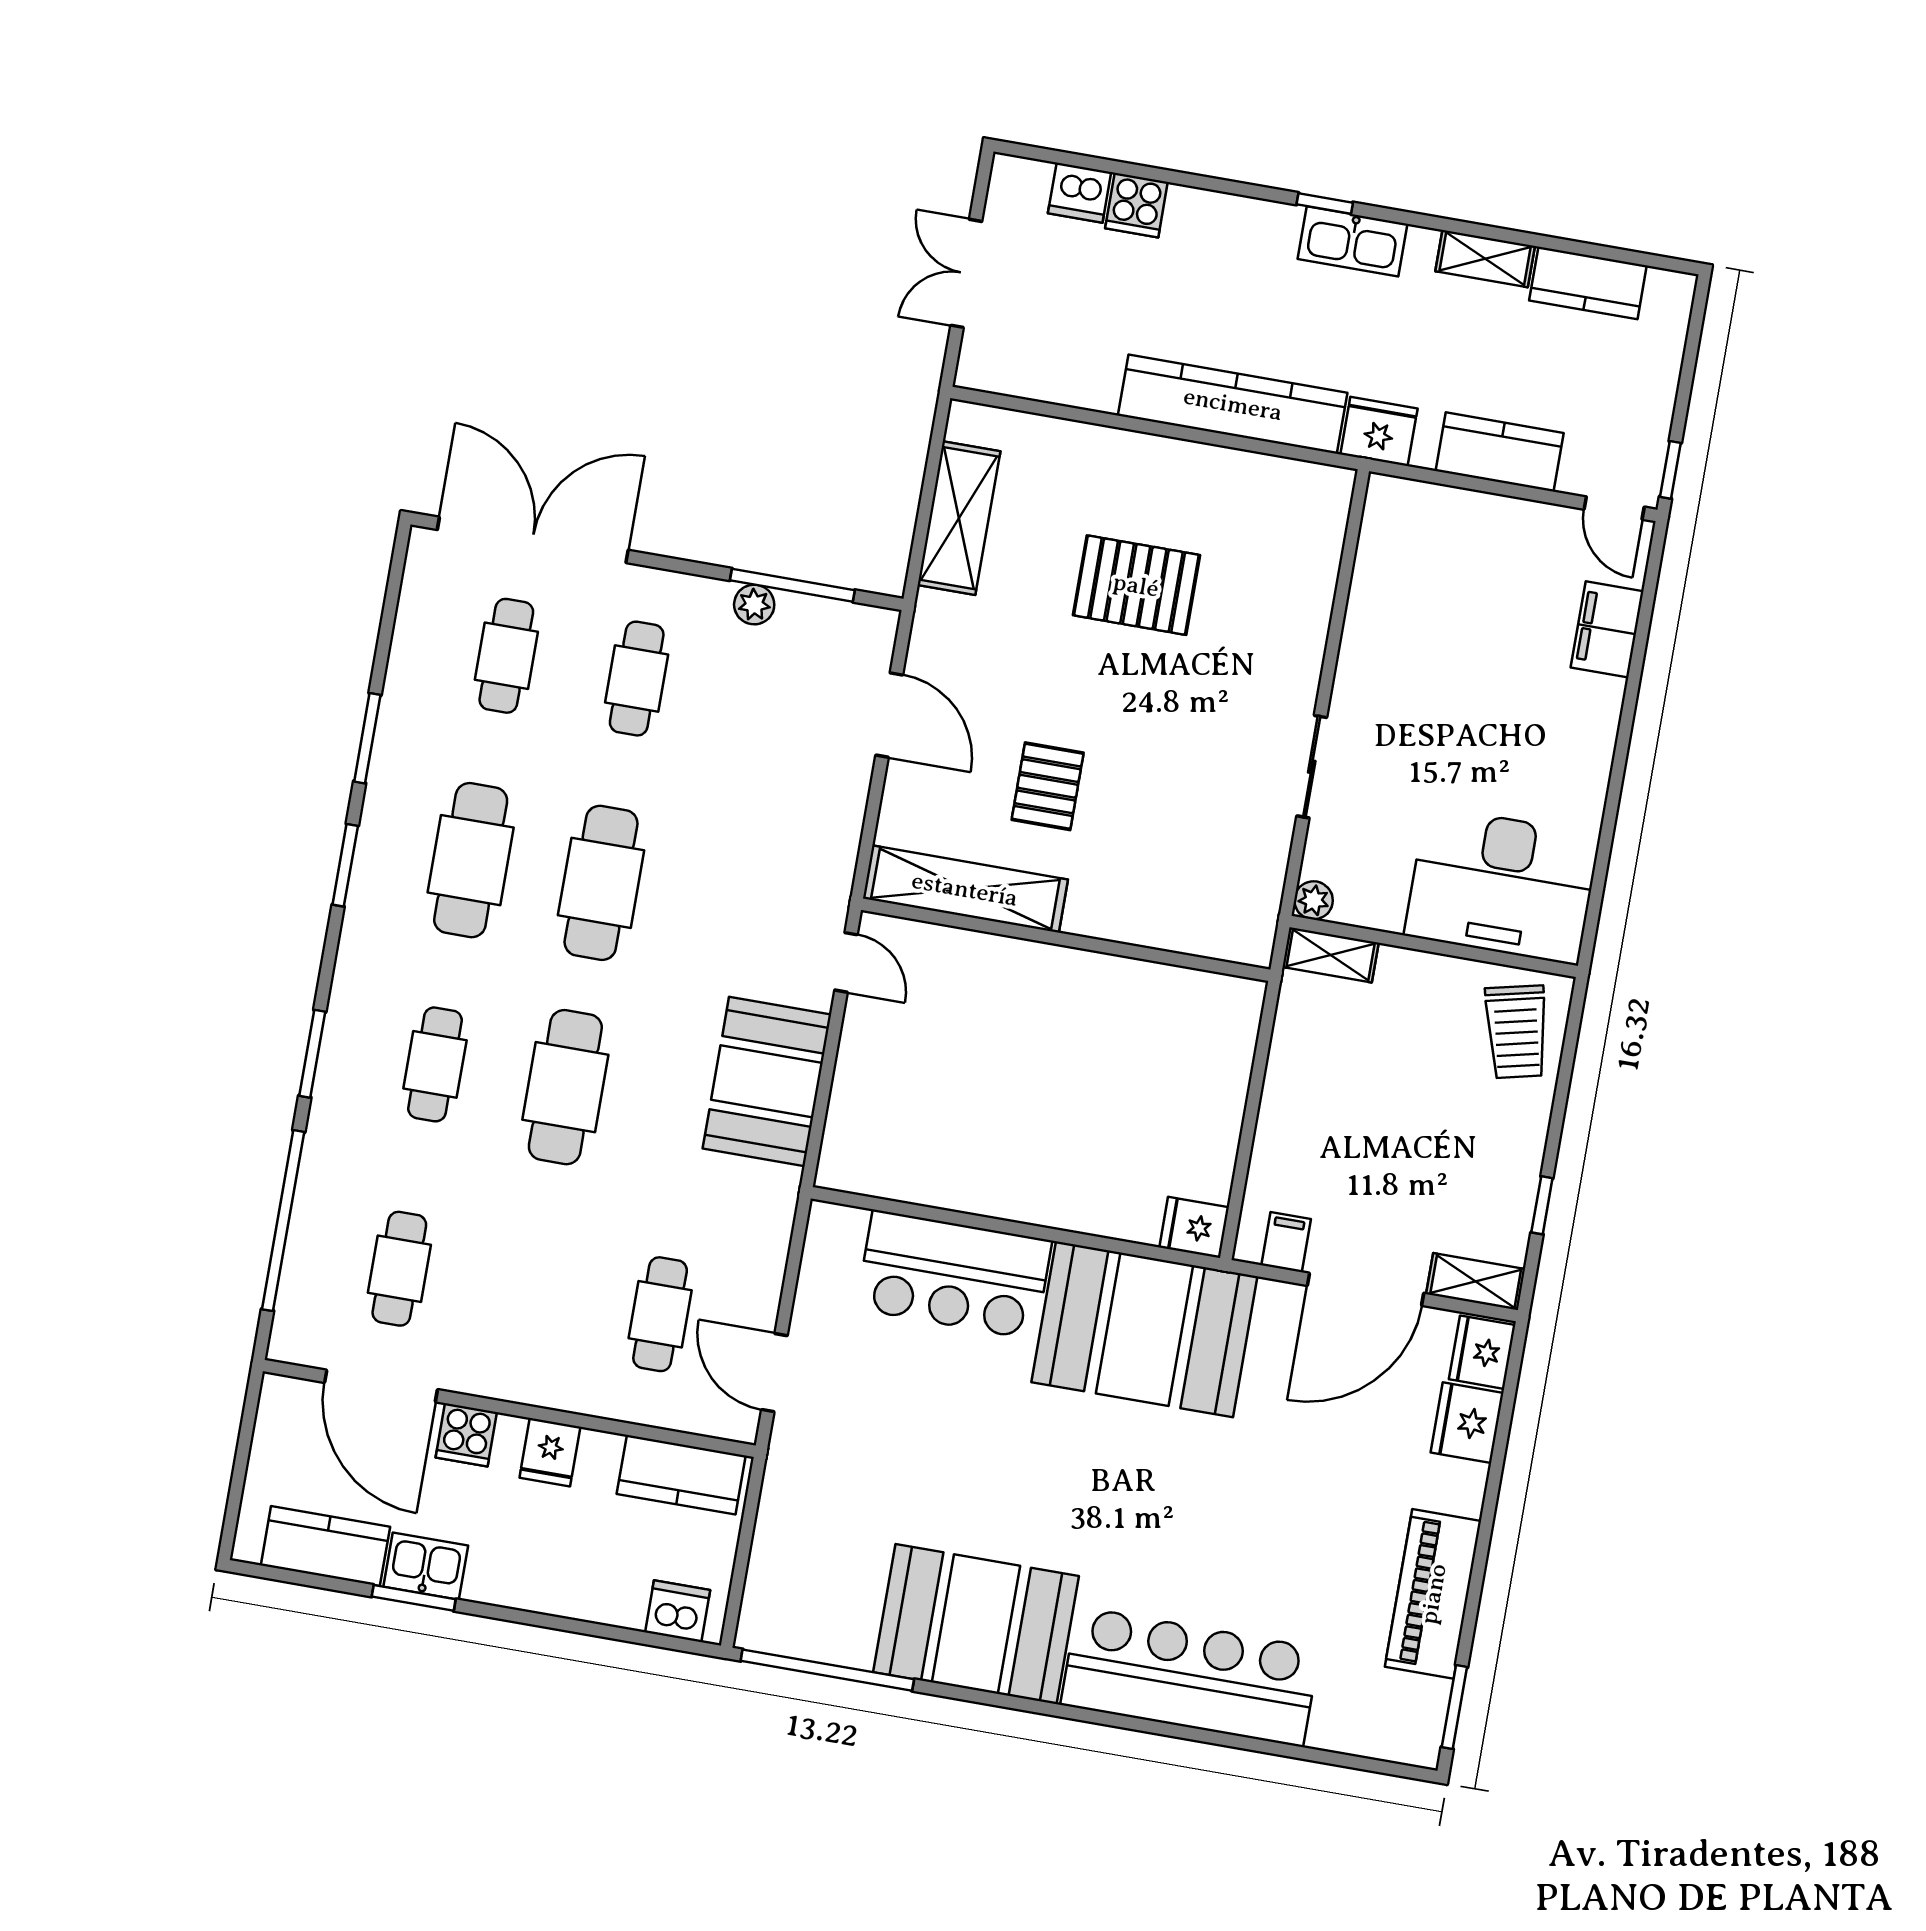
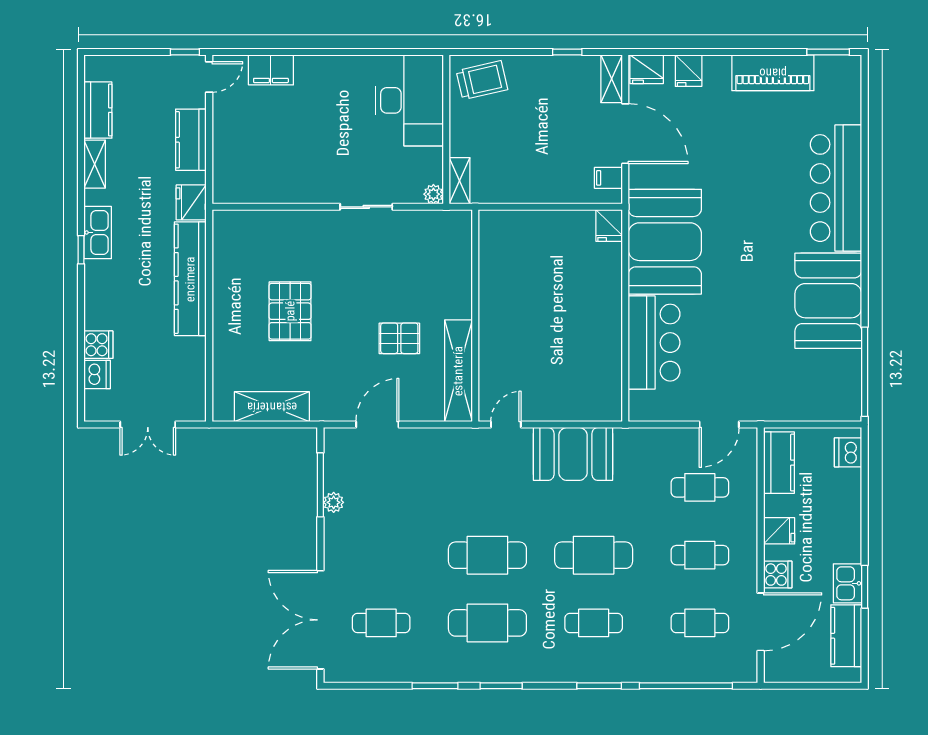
cafe table: (637, 679) -> (700, 555), moved
fridge: (1467, 1423) -> (689, 71), width x0.72

